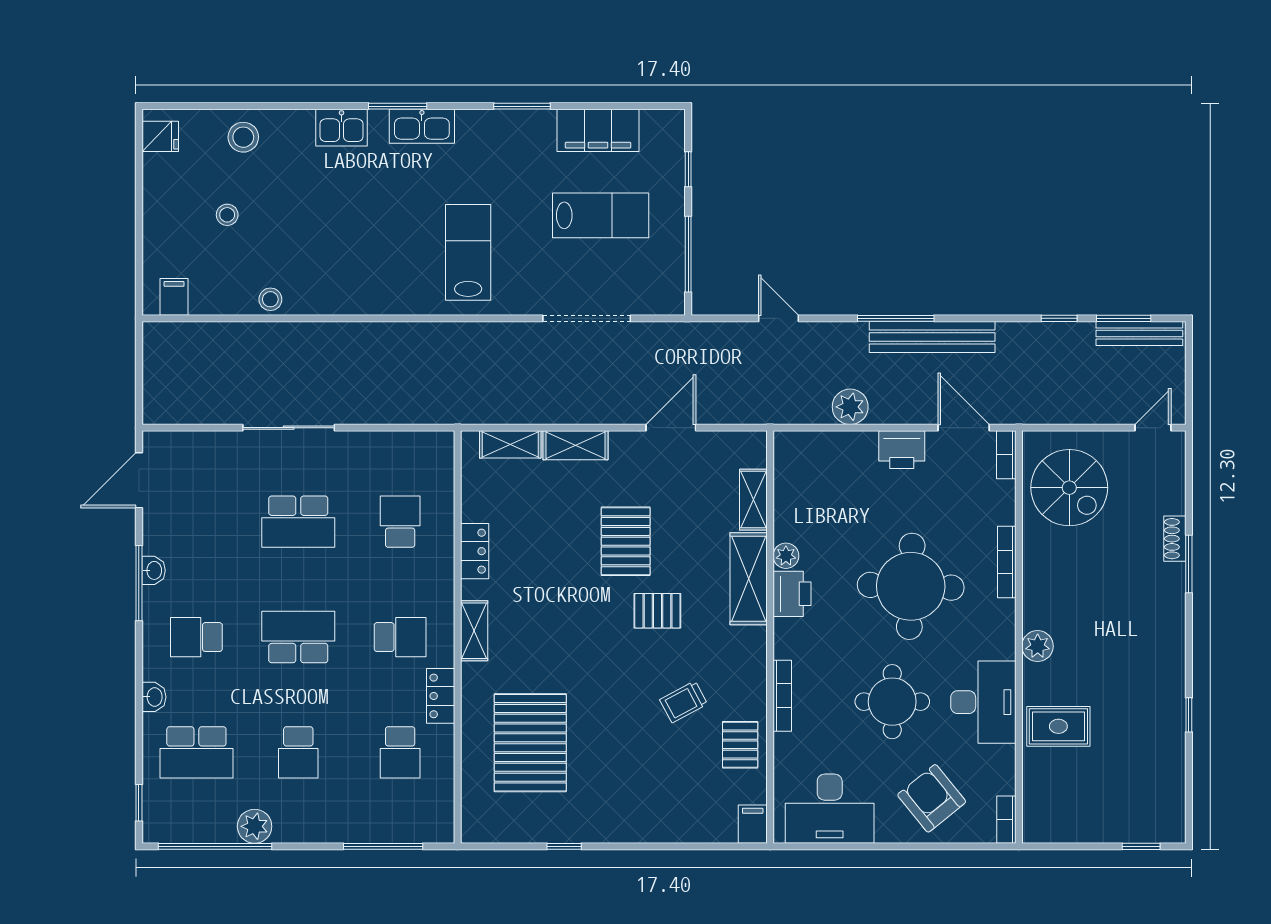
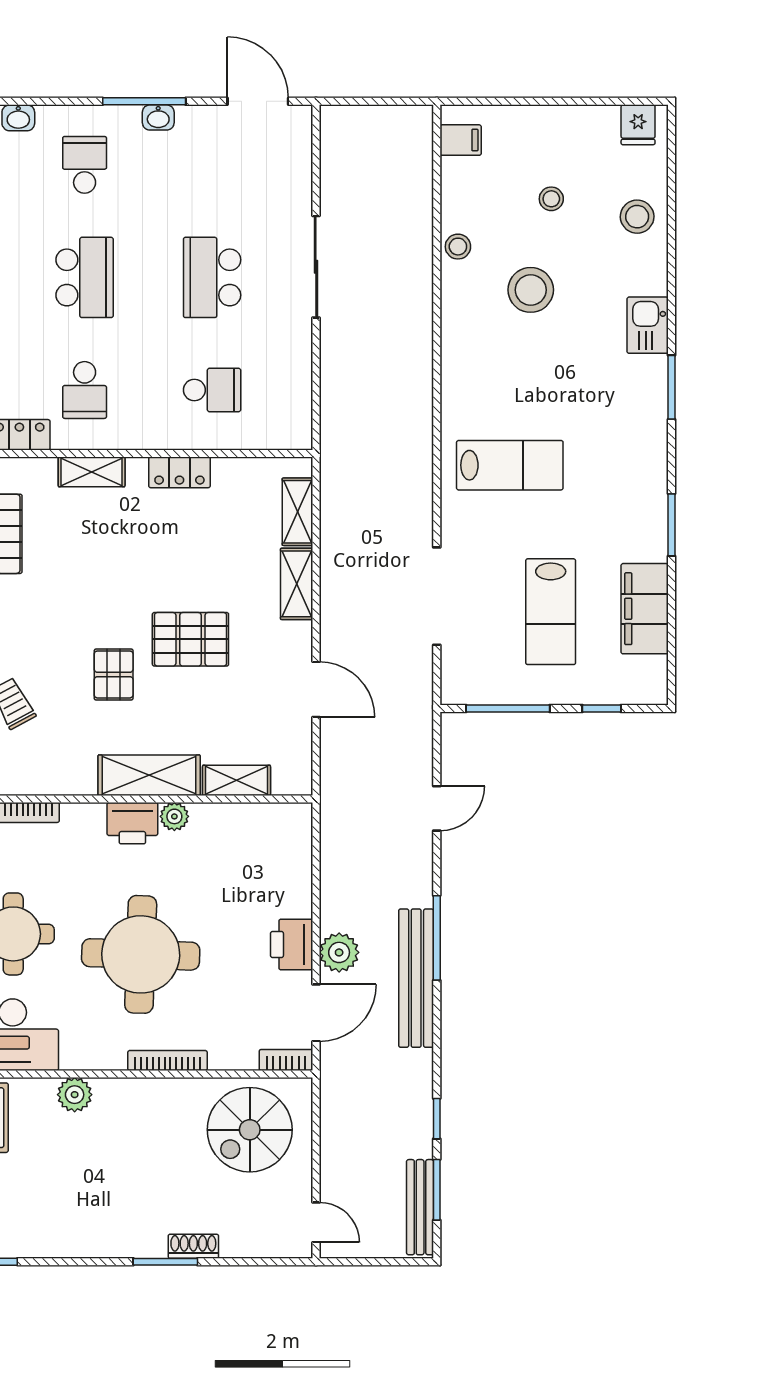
kitchen sink: (422, 126) -> (649, 414), removed
stool: (310, 233) -> (531, 290), added
plant: (850, 407) -> (339, 952), moved

